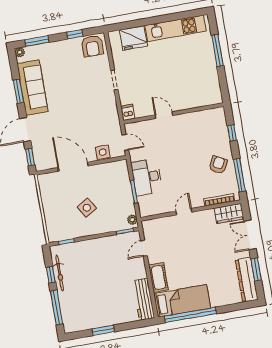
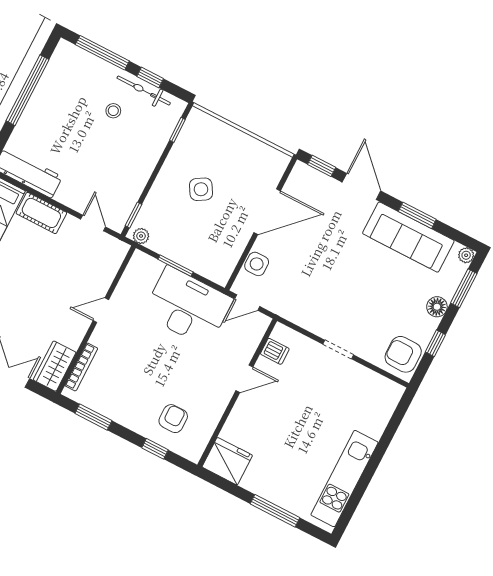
fridge: (133, 38) -> (227, 461), moved, turned 90
floor lamp: (56, 47) -> (437, 307), added
dishwasher: (128, 112) -> (275, 351), moved
armchair: (218, 165) -> (173, 419), moved, turned -119
window: (239, 175) -> (93, 417), width x0.69
desk: (147, 177) -> (188, 307), width x1.36, depth x1.30
door: (184, 212) -> (101, 310), swing flipped
stool: (81, 280) -> (113, 111), added
window: (103, 330) -> (28, 90), width x2.11

